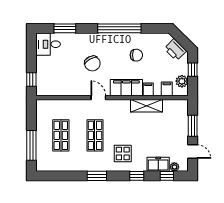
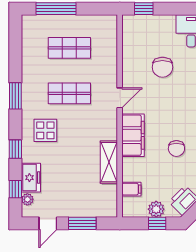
chair: (92, 63) -> (162, 67), moved, turned -62
plant: (182, 81) -> (156, 209), moved
filing cabinet: (148, 89) -> (131, 164), removed

